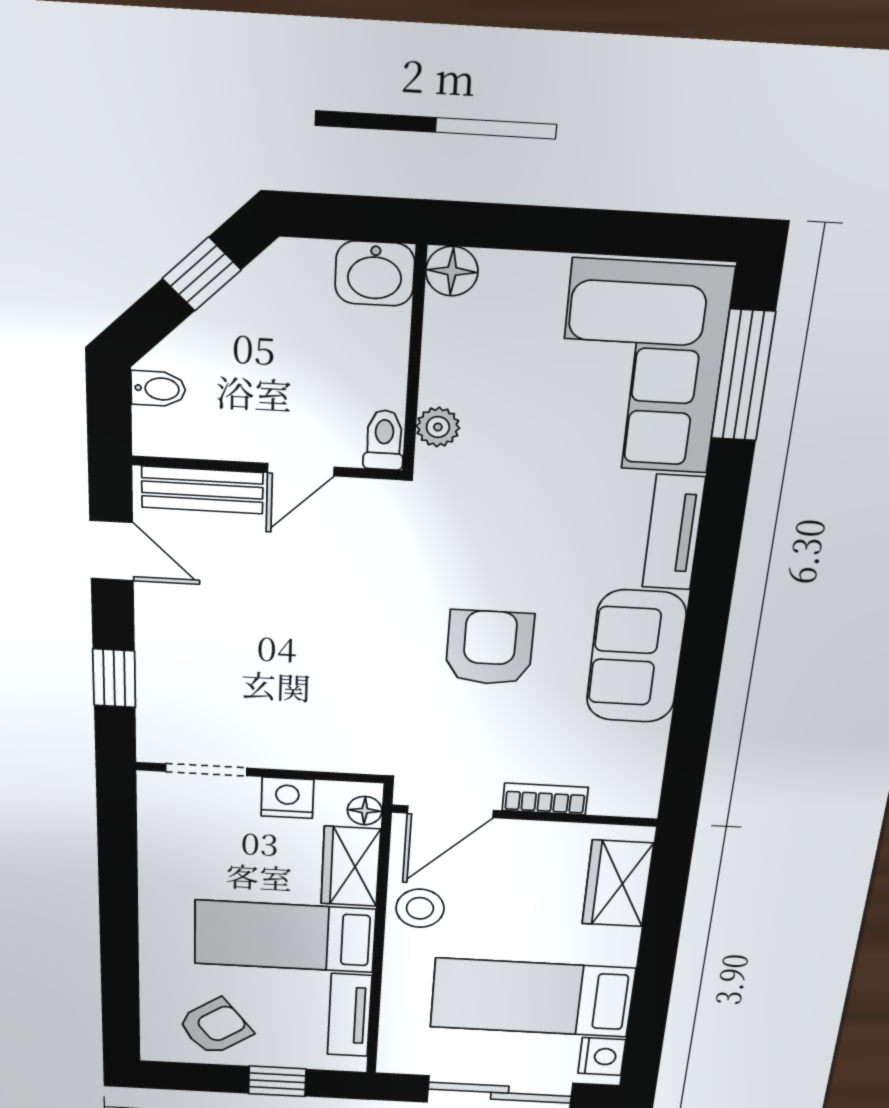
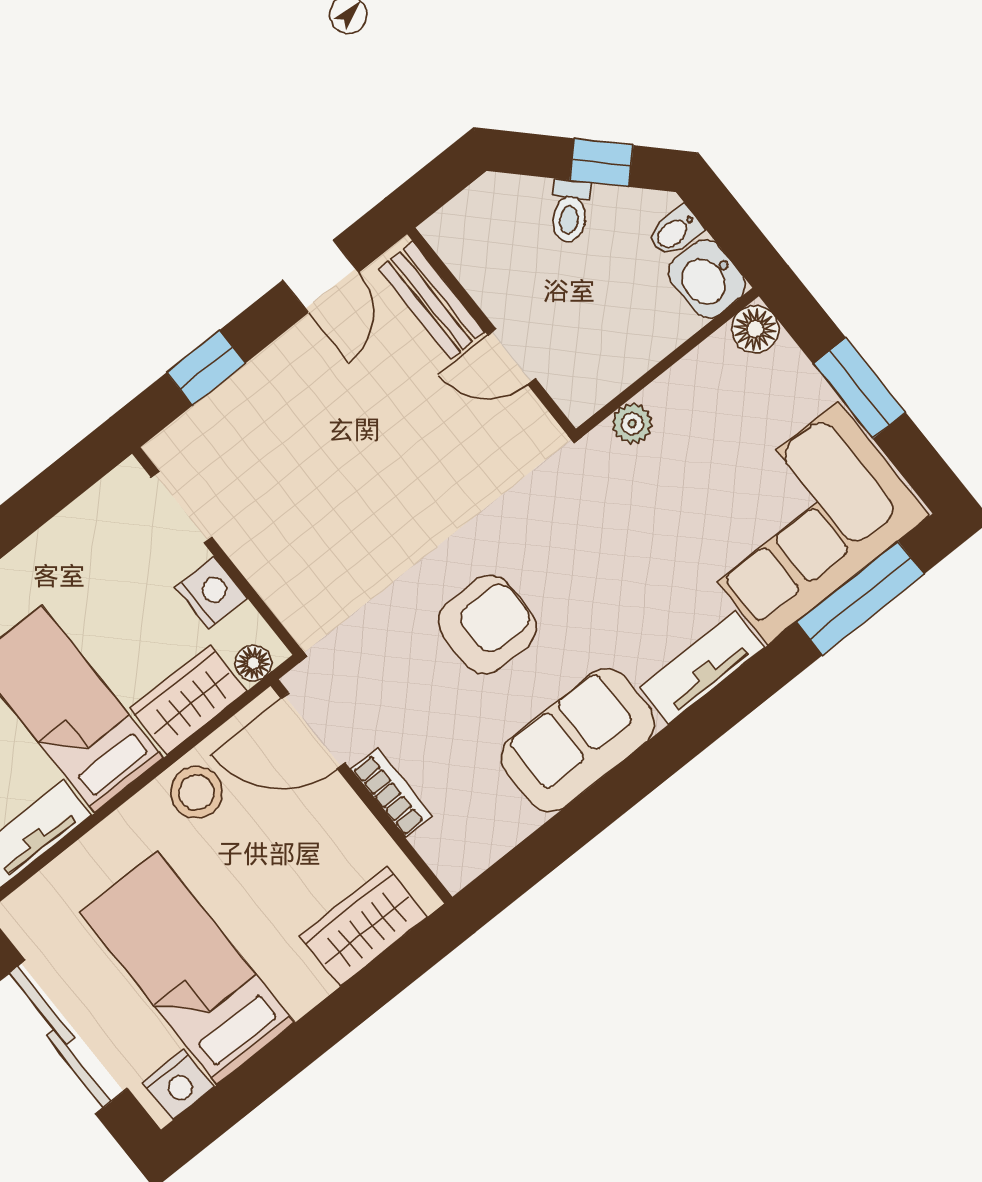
window: (579, 231) -> (859, 388), added
bidet: (158, 389) -> (675, 232), moved, turned 90
toilet: (384, 440) -> (570, 211), moved, turned 135

